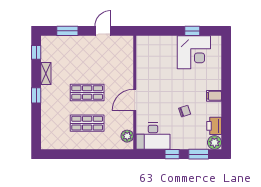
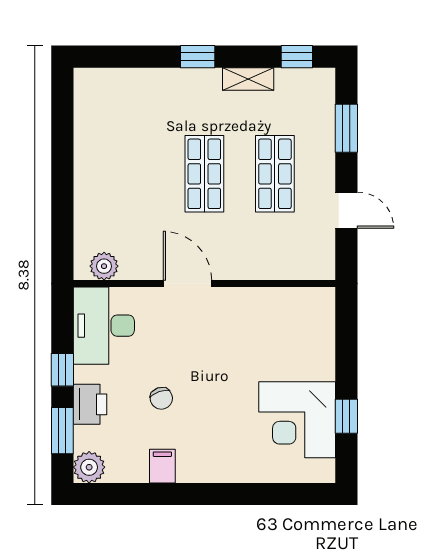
filing cabinet: (214, 96) -> (162, 466), moved
shop shelf: (87, 123) -> (275, 174), moved
printer: (214, 126) -> (90, 404), moved, turned 90

